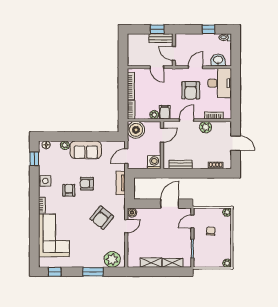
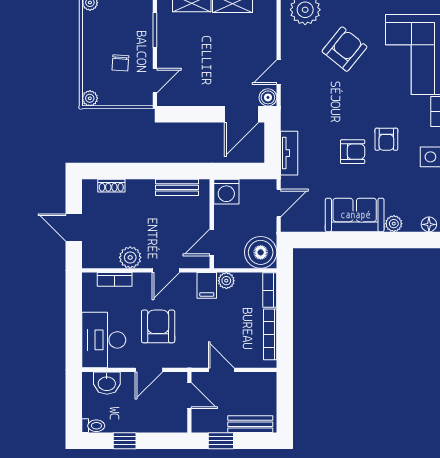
bench: (161, 38) -> (250, 424), moved
door: (170, 204) -> (242, 114), moved
armchair: (102, 218) -> (344, 49), moved

